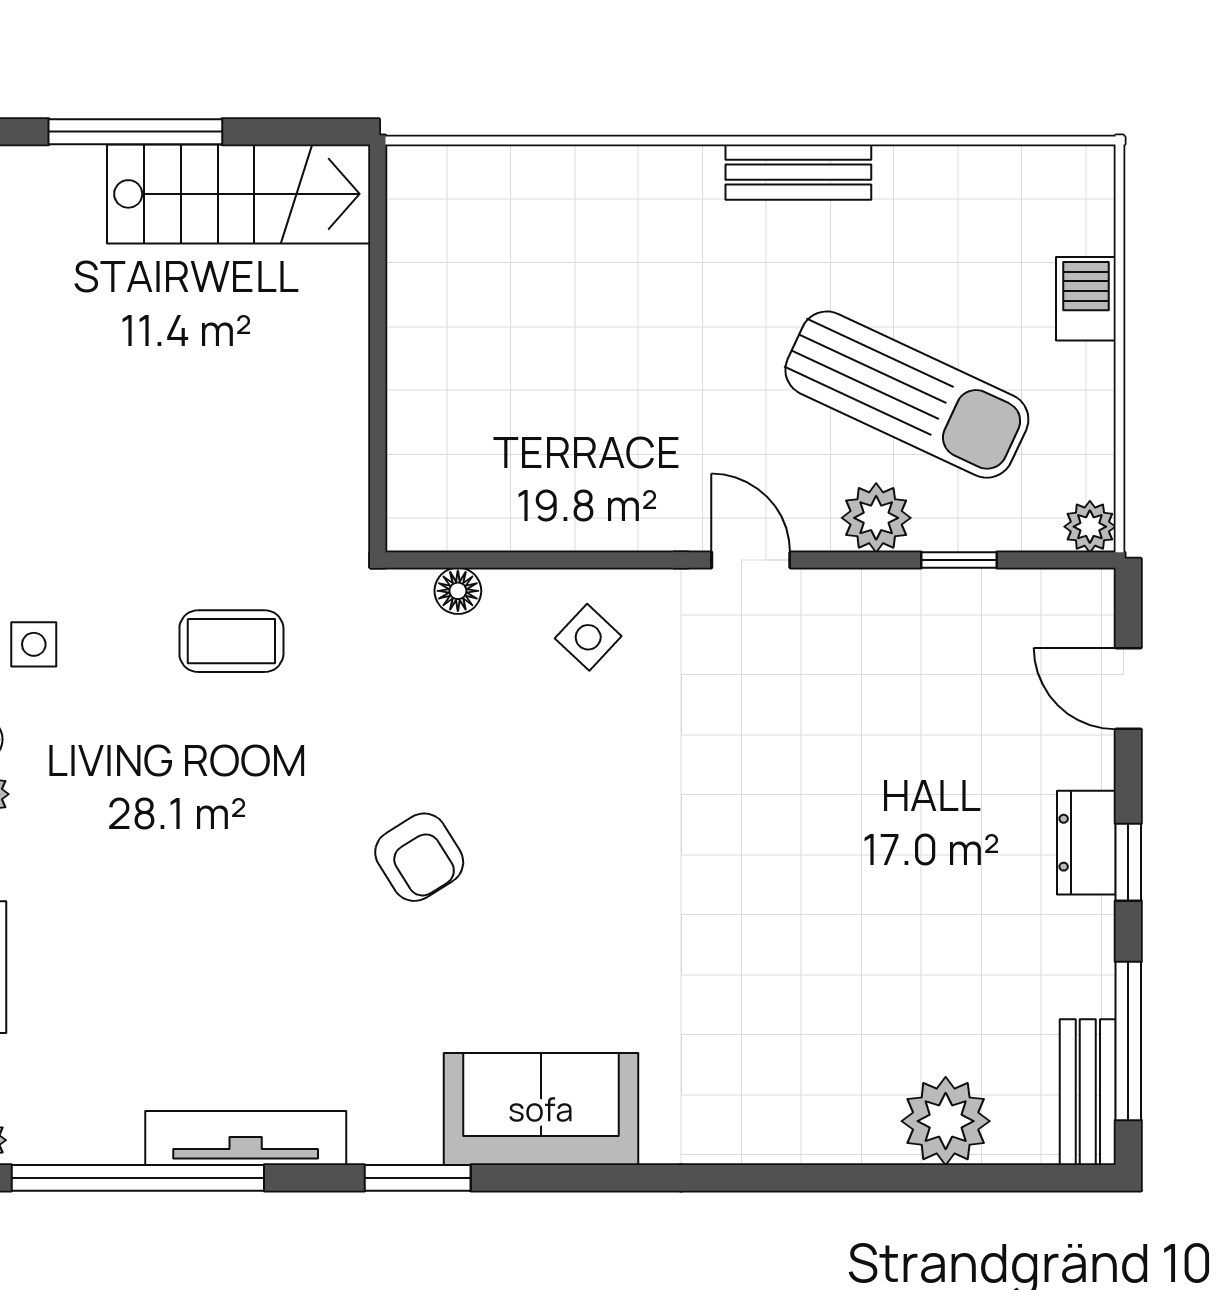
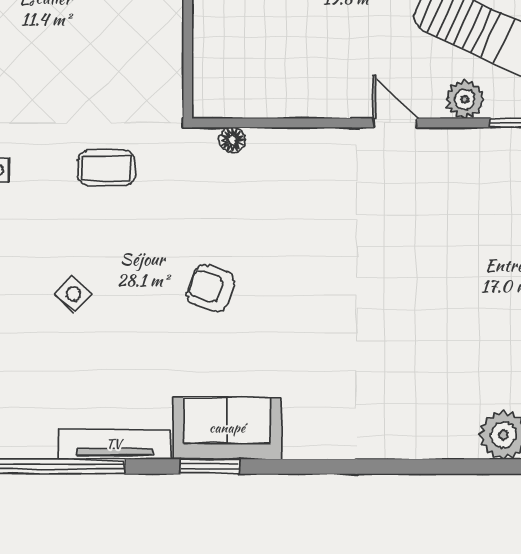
side table: (588, 637) -> (73, 294), moved
armchair: (419, 857) -> (211, 288), turned 142
sofa: (541, 1109) -> (227, 428), moved

